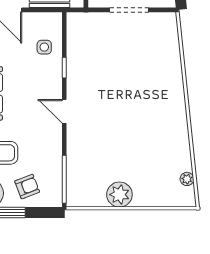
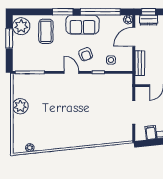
door: (64, 111) -> (72, 72), hinge flipped
armchair: (27, 187) -> (86, 54), moved

